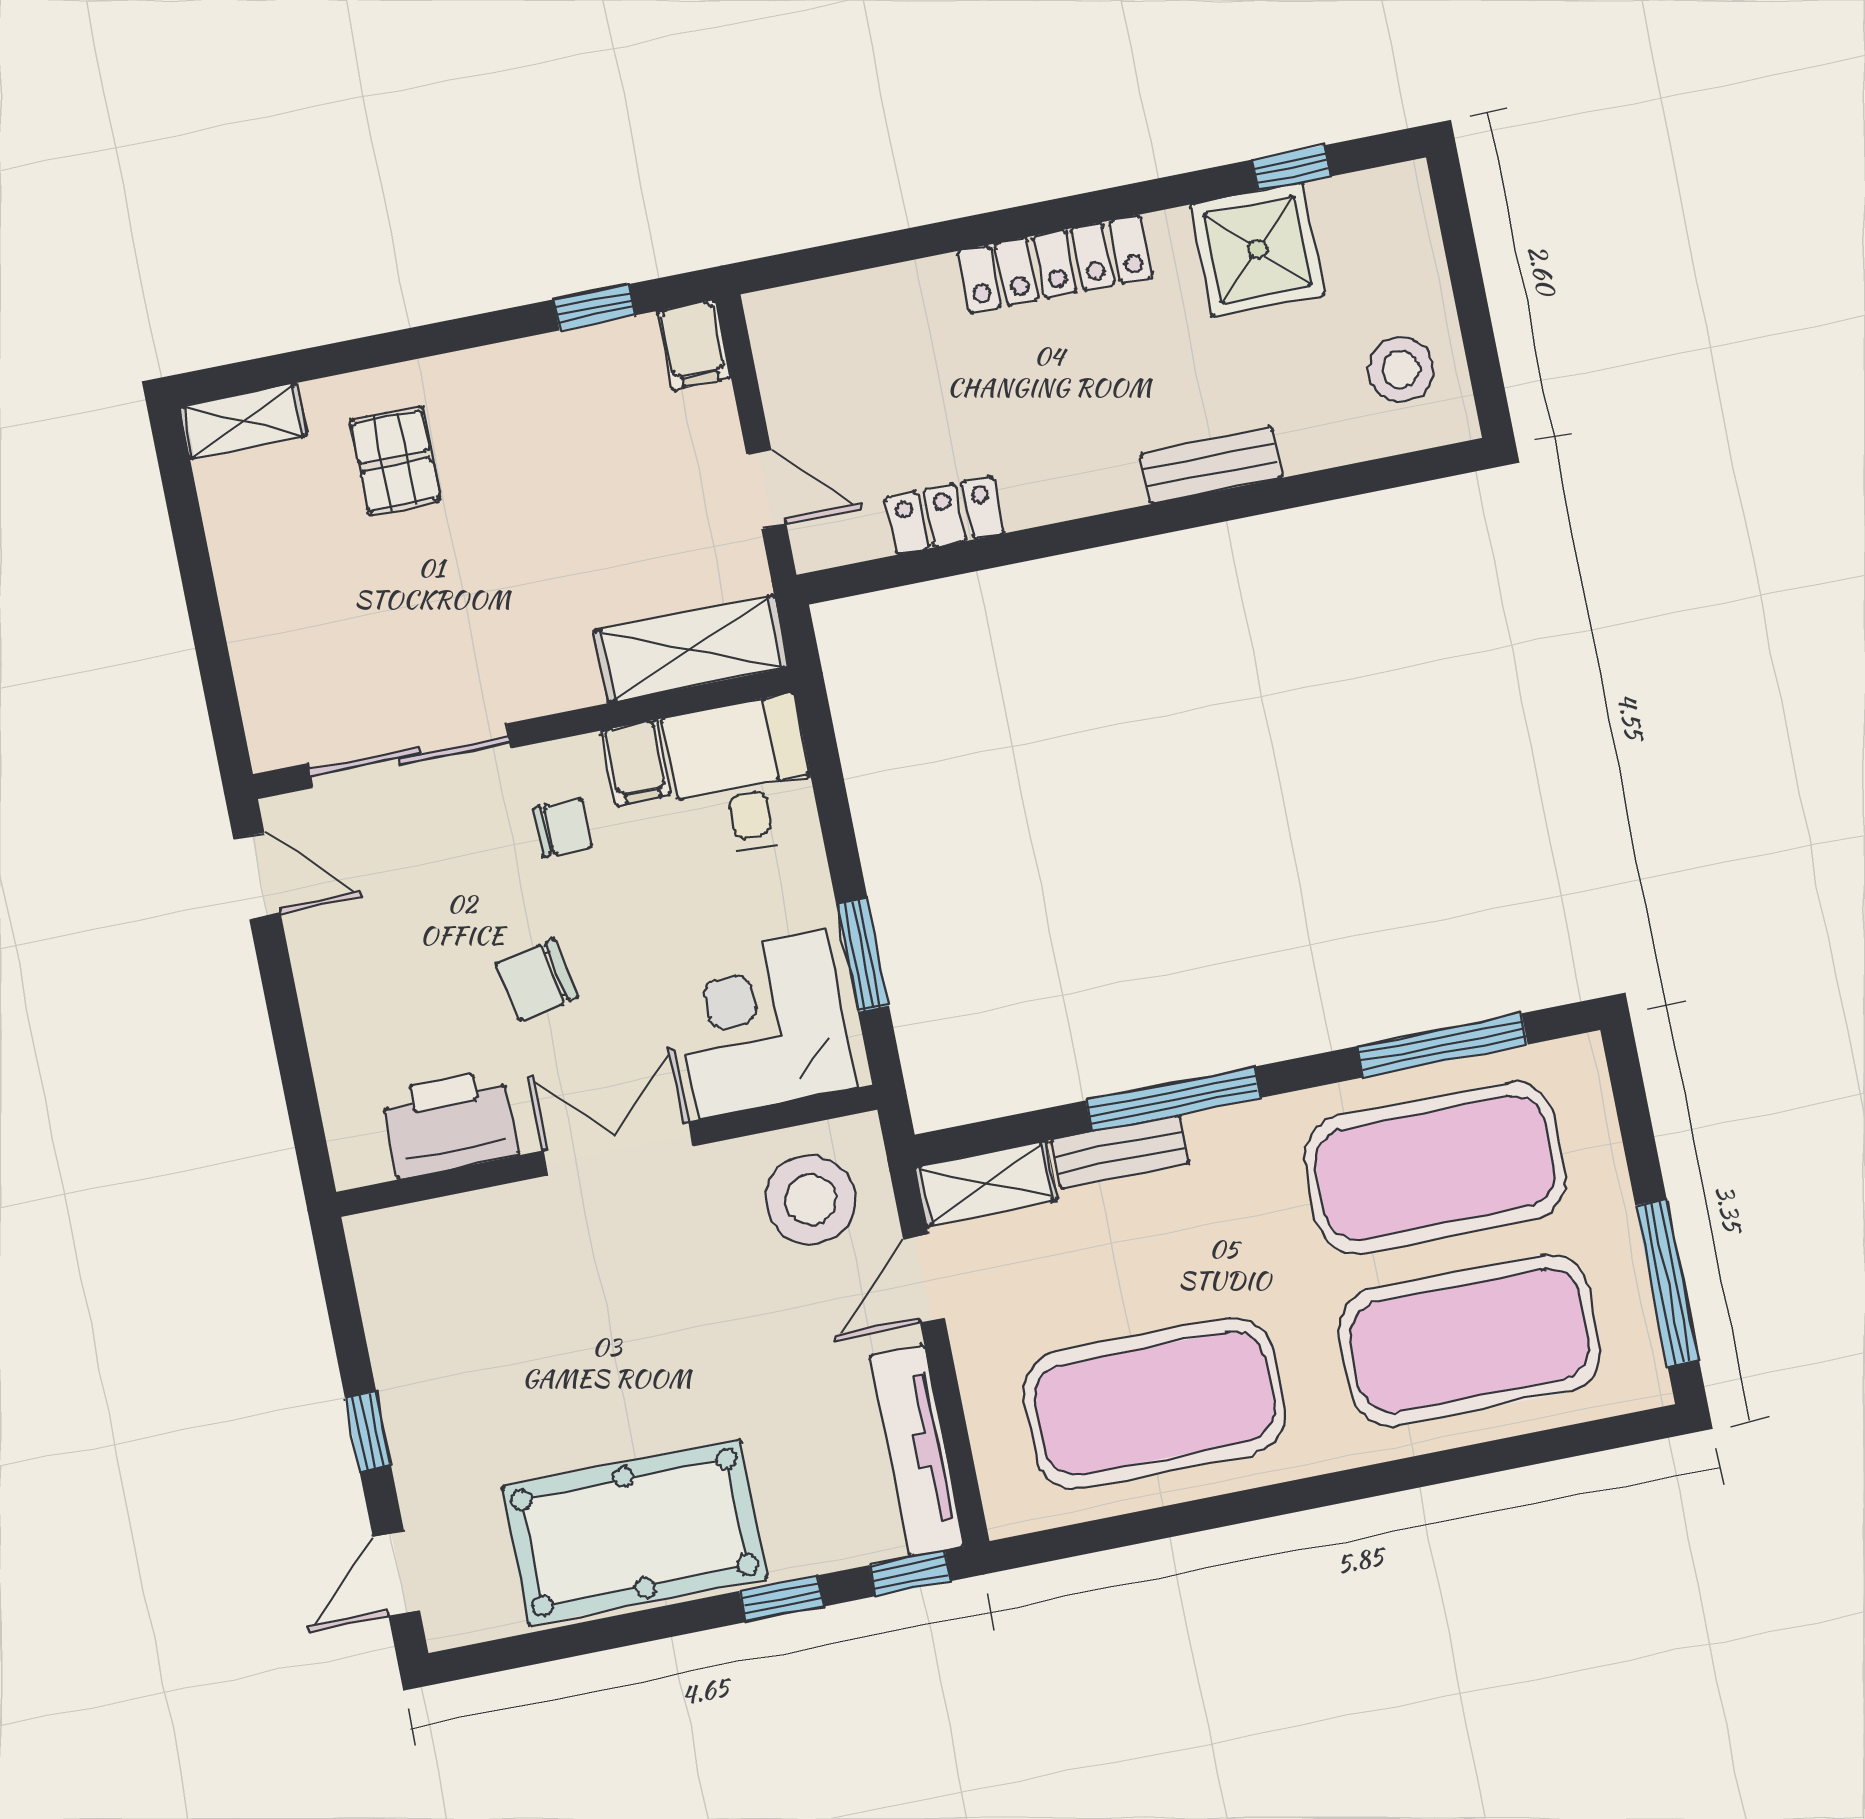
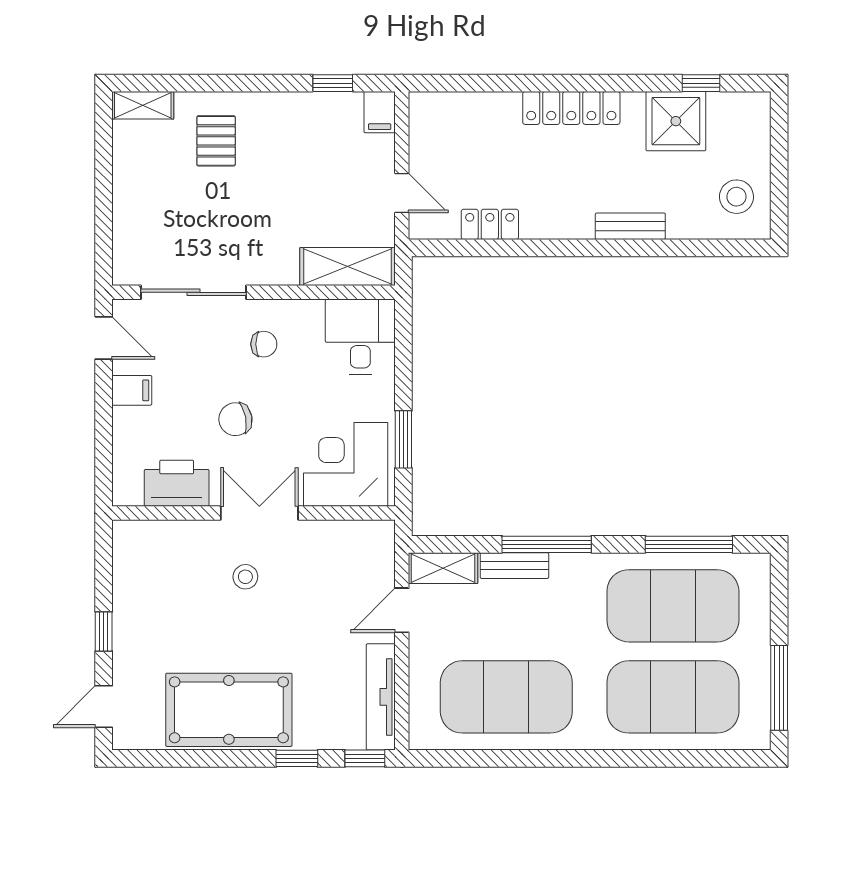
filing cabinet: (636, 763) -> (132, 390), moved, turned -90
stool: (811, 1200) -> (245, 577), moved, width x0.53, depth x0.53

